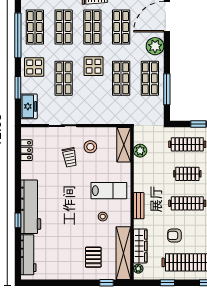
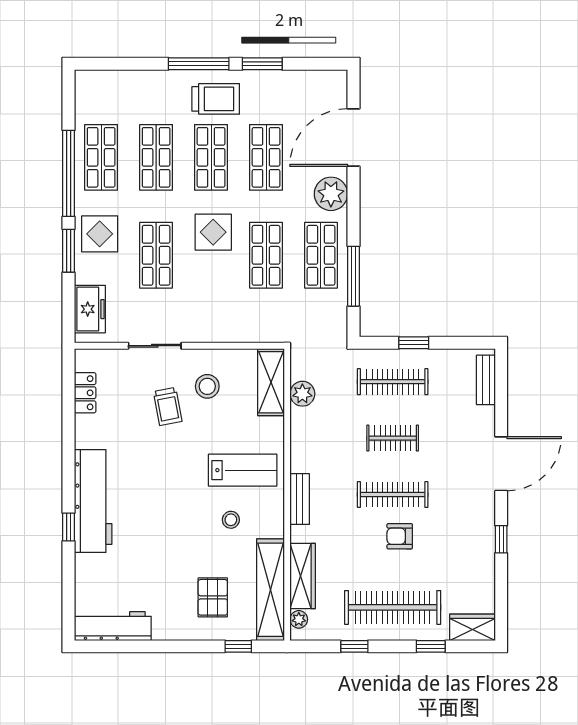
window: (18, 88) -> (69, 251), moved
armchair: (174, 235) -> (400, 536), moved
workbench: (28, 255) -> (113, 626), moved, turned -90

